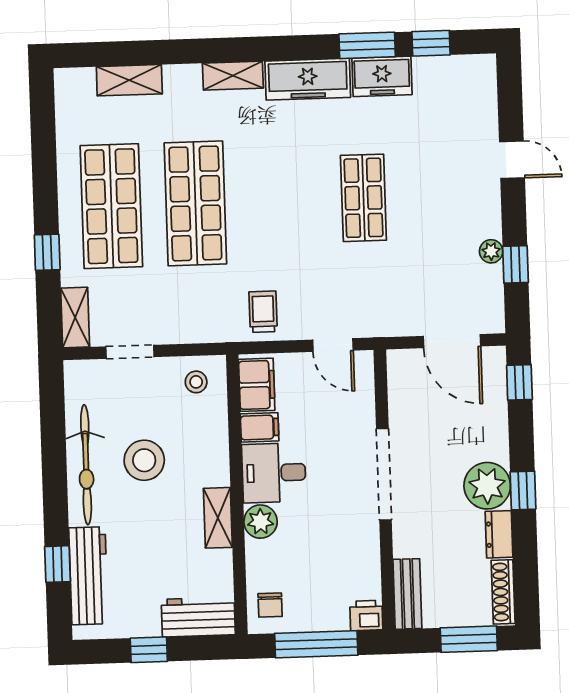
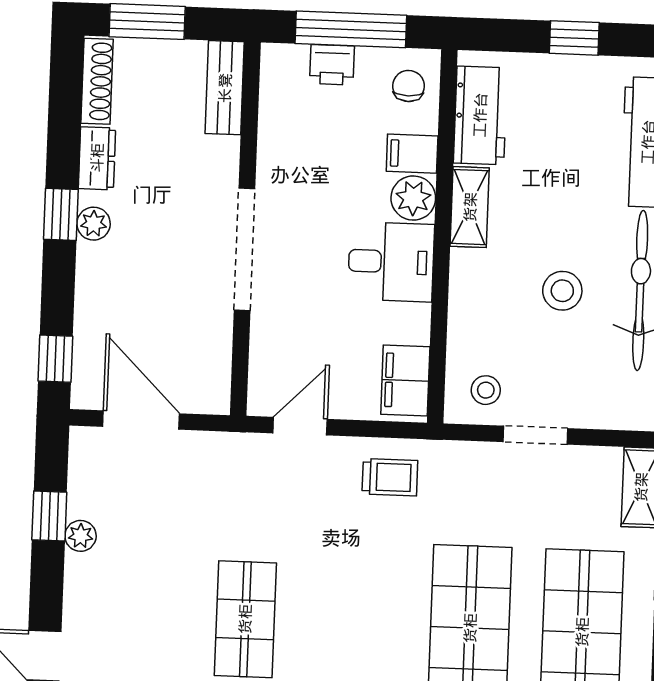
trolley: (263, 312) -> (390, 477), turned -90
door: (333, 345) -> (300, 426), hinge flipped
doorway: (130, 352) -> (535, 435), moved
filing cabinet: (260, 427) -> (412, 154), moved
stool: (144, 460) -> (562, 291), width x0.73, depth x0.73
plant: (487, 486) -> (94, 224), width x0.53, depth x0.53
printer: (366, 616) -> (332, 65), moved
workbench: (198, 617) -> (480, 115), moved, turned -90

